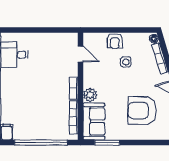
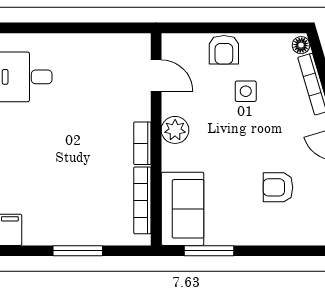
plant: (90, 95) -> (175, 130), moved
armchair: (142, 111) -> (278, 187), width x0.53, depth x0.53
window: (41, 143) -> (78, 251), width x0.47

